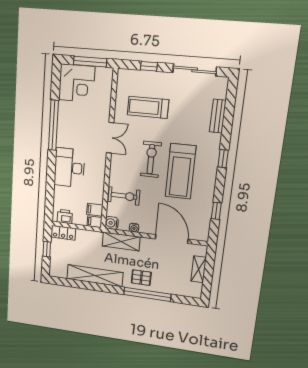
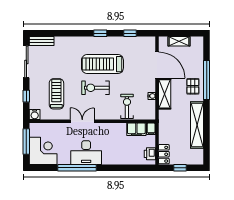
treadmill: (148, 107) -> (56, 94), turned 180
bench: (218, 116) -> (42, 41), moved
window: (223, 159) -> (100, 33), moved
desk: (69, 168) -> (86, 153), moved
treadmill: (181, 171) -> (102, 64), turned 180
filing cabinet: (95, 210) -> (136, 129), width x2.00
water cooler: (112, 223) -> (35, 115), moved
door: (172, 239) -> (157, 65), swing flipped
shelving: (121, 241) -> (165, 94), moved

